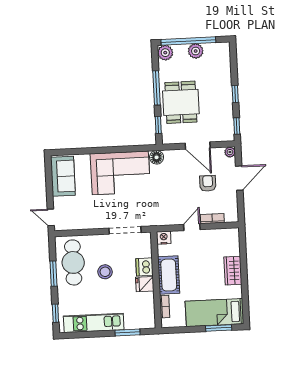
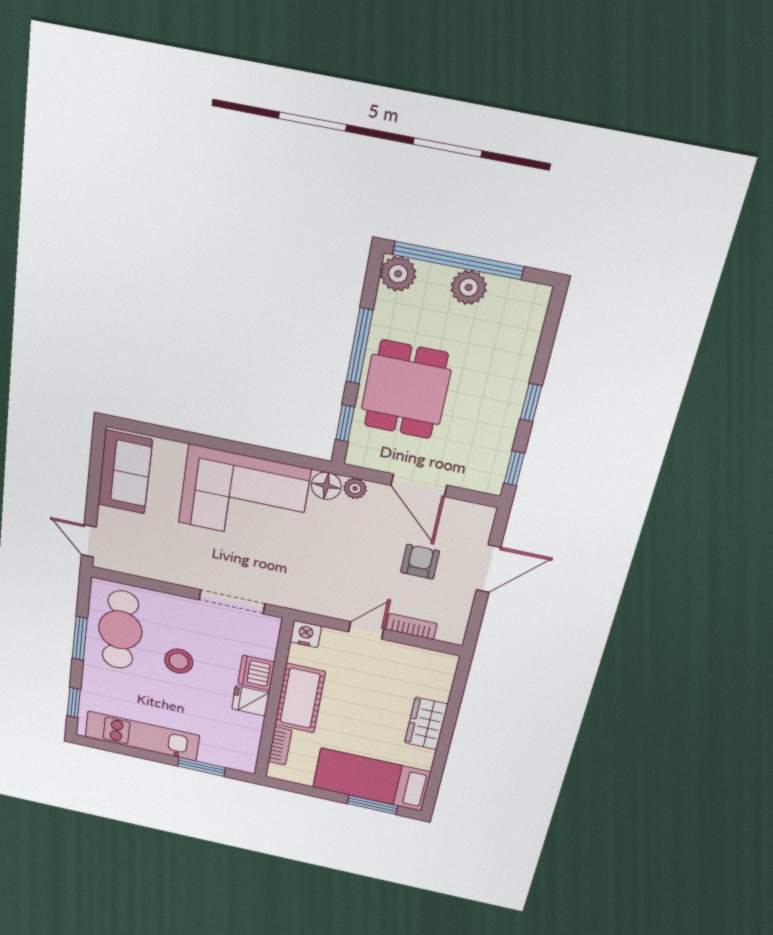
plant: (230, 152) -> (355, 488), moved

